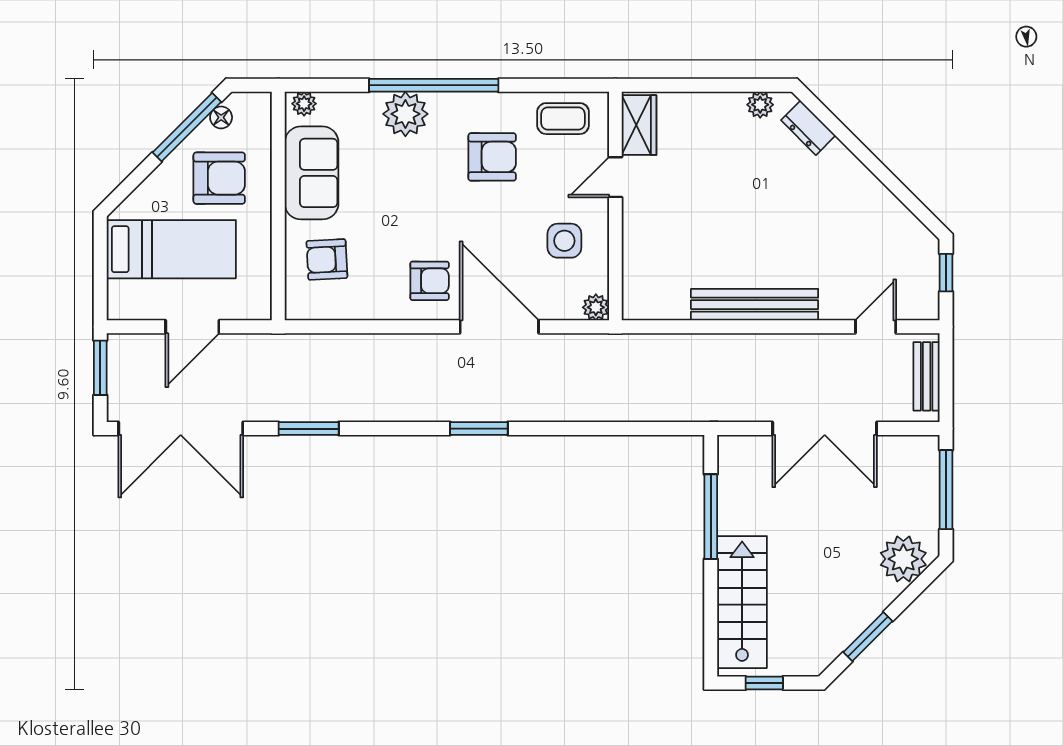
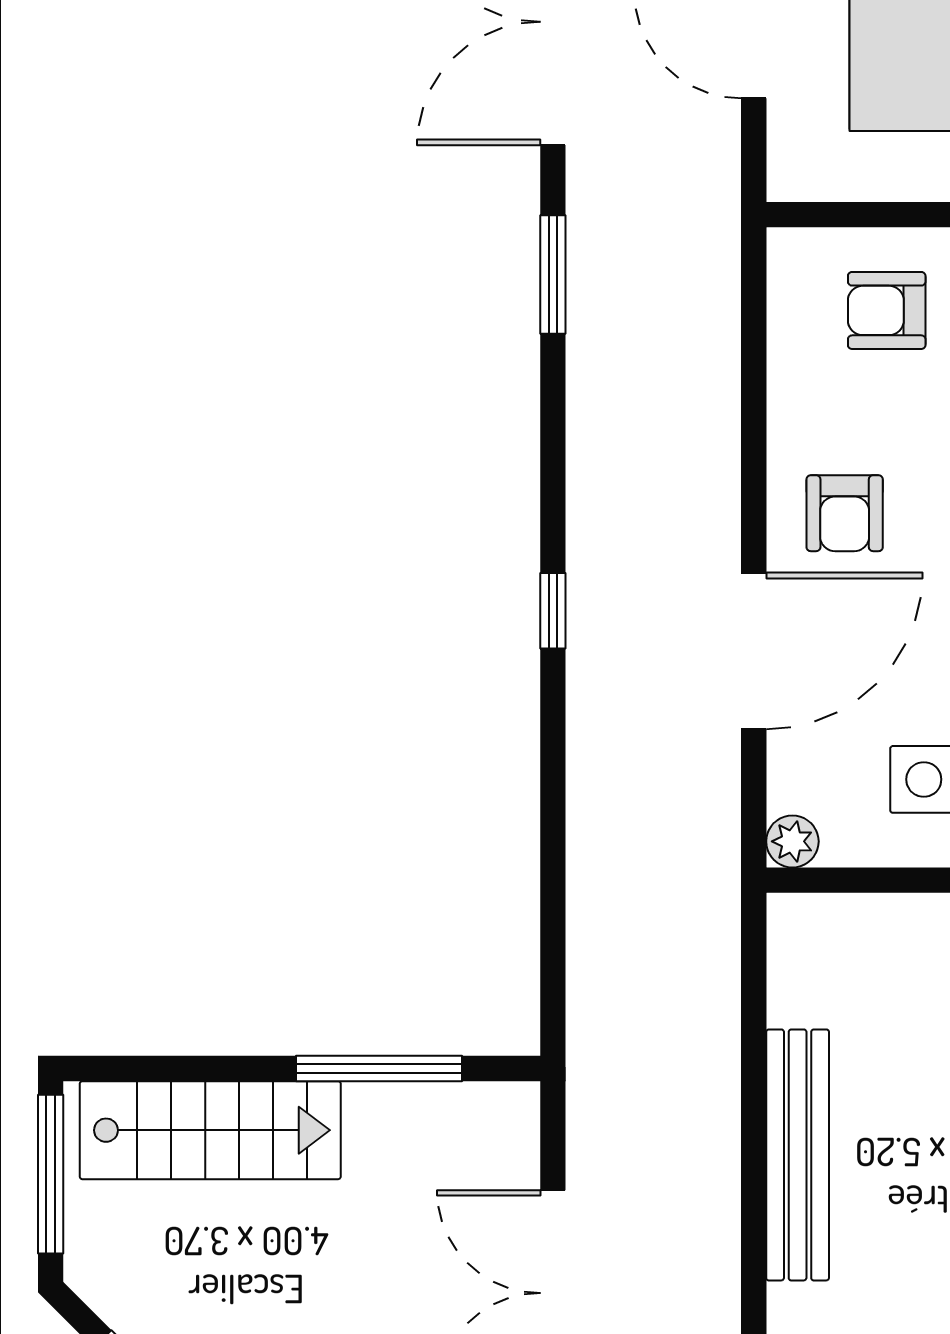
armchair: (327, 259) -> (887, 310), turned -87
window: (479, 429) -> (553, 611), width x0.67
window: (764, 683) -> (51, 1174), width x2.17

